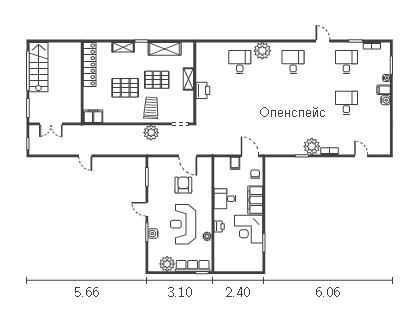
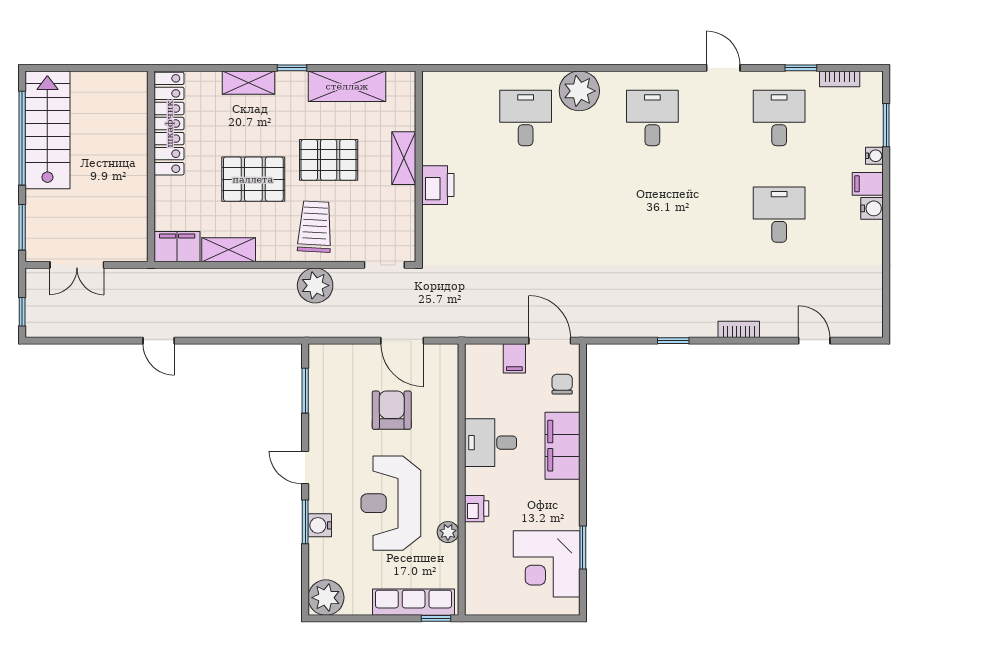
shelving: (115, 118) -> (229, 250), added
plant: (312, 146) -> (697, 318), removed
corner desk: (249, 229) -> (547, 564), moved
plant: (167, 264) -> (326, 598), moved

